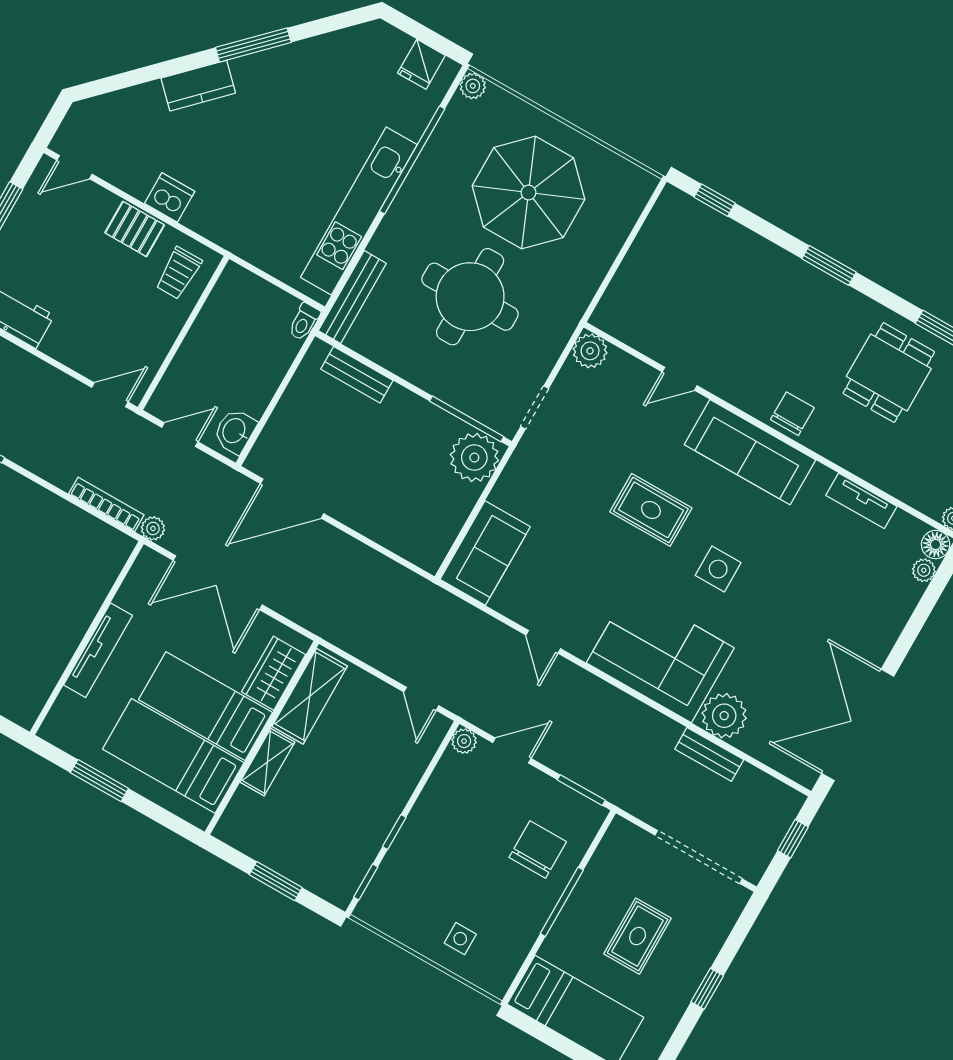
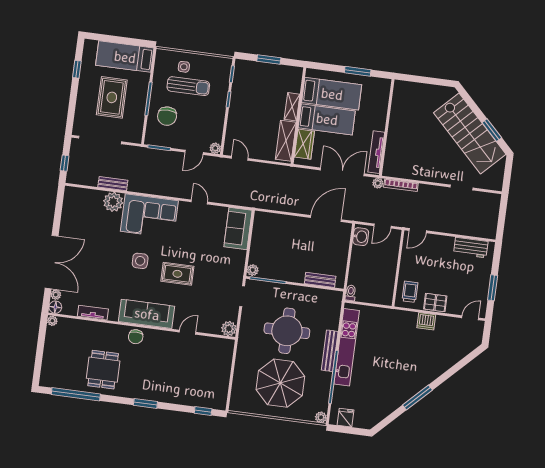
kitchen counter: (198, 86) -> (433, 372), removed
bench: (352, 297) -> (330, 351), moved
plant: (474, 458) -> (253, 270), width x0.53, depth x0.53
tv unit: (98, 650) -> (376, 152), moved
double door: (858, 725) -> (52, 262), moved
sun lounger: (467, 894) -> (188, 86), added
rug: (638, 936) -> (112, 97), width x1.36, depth x1.43
window: (707, 989) -> (77, 69), moved

